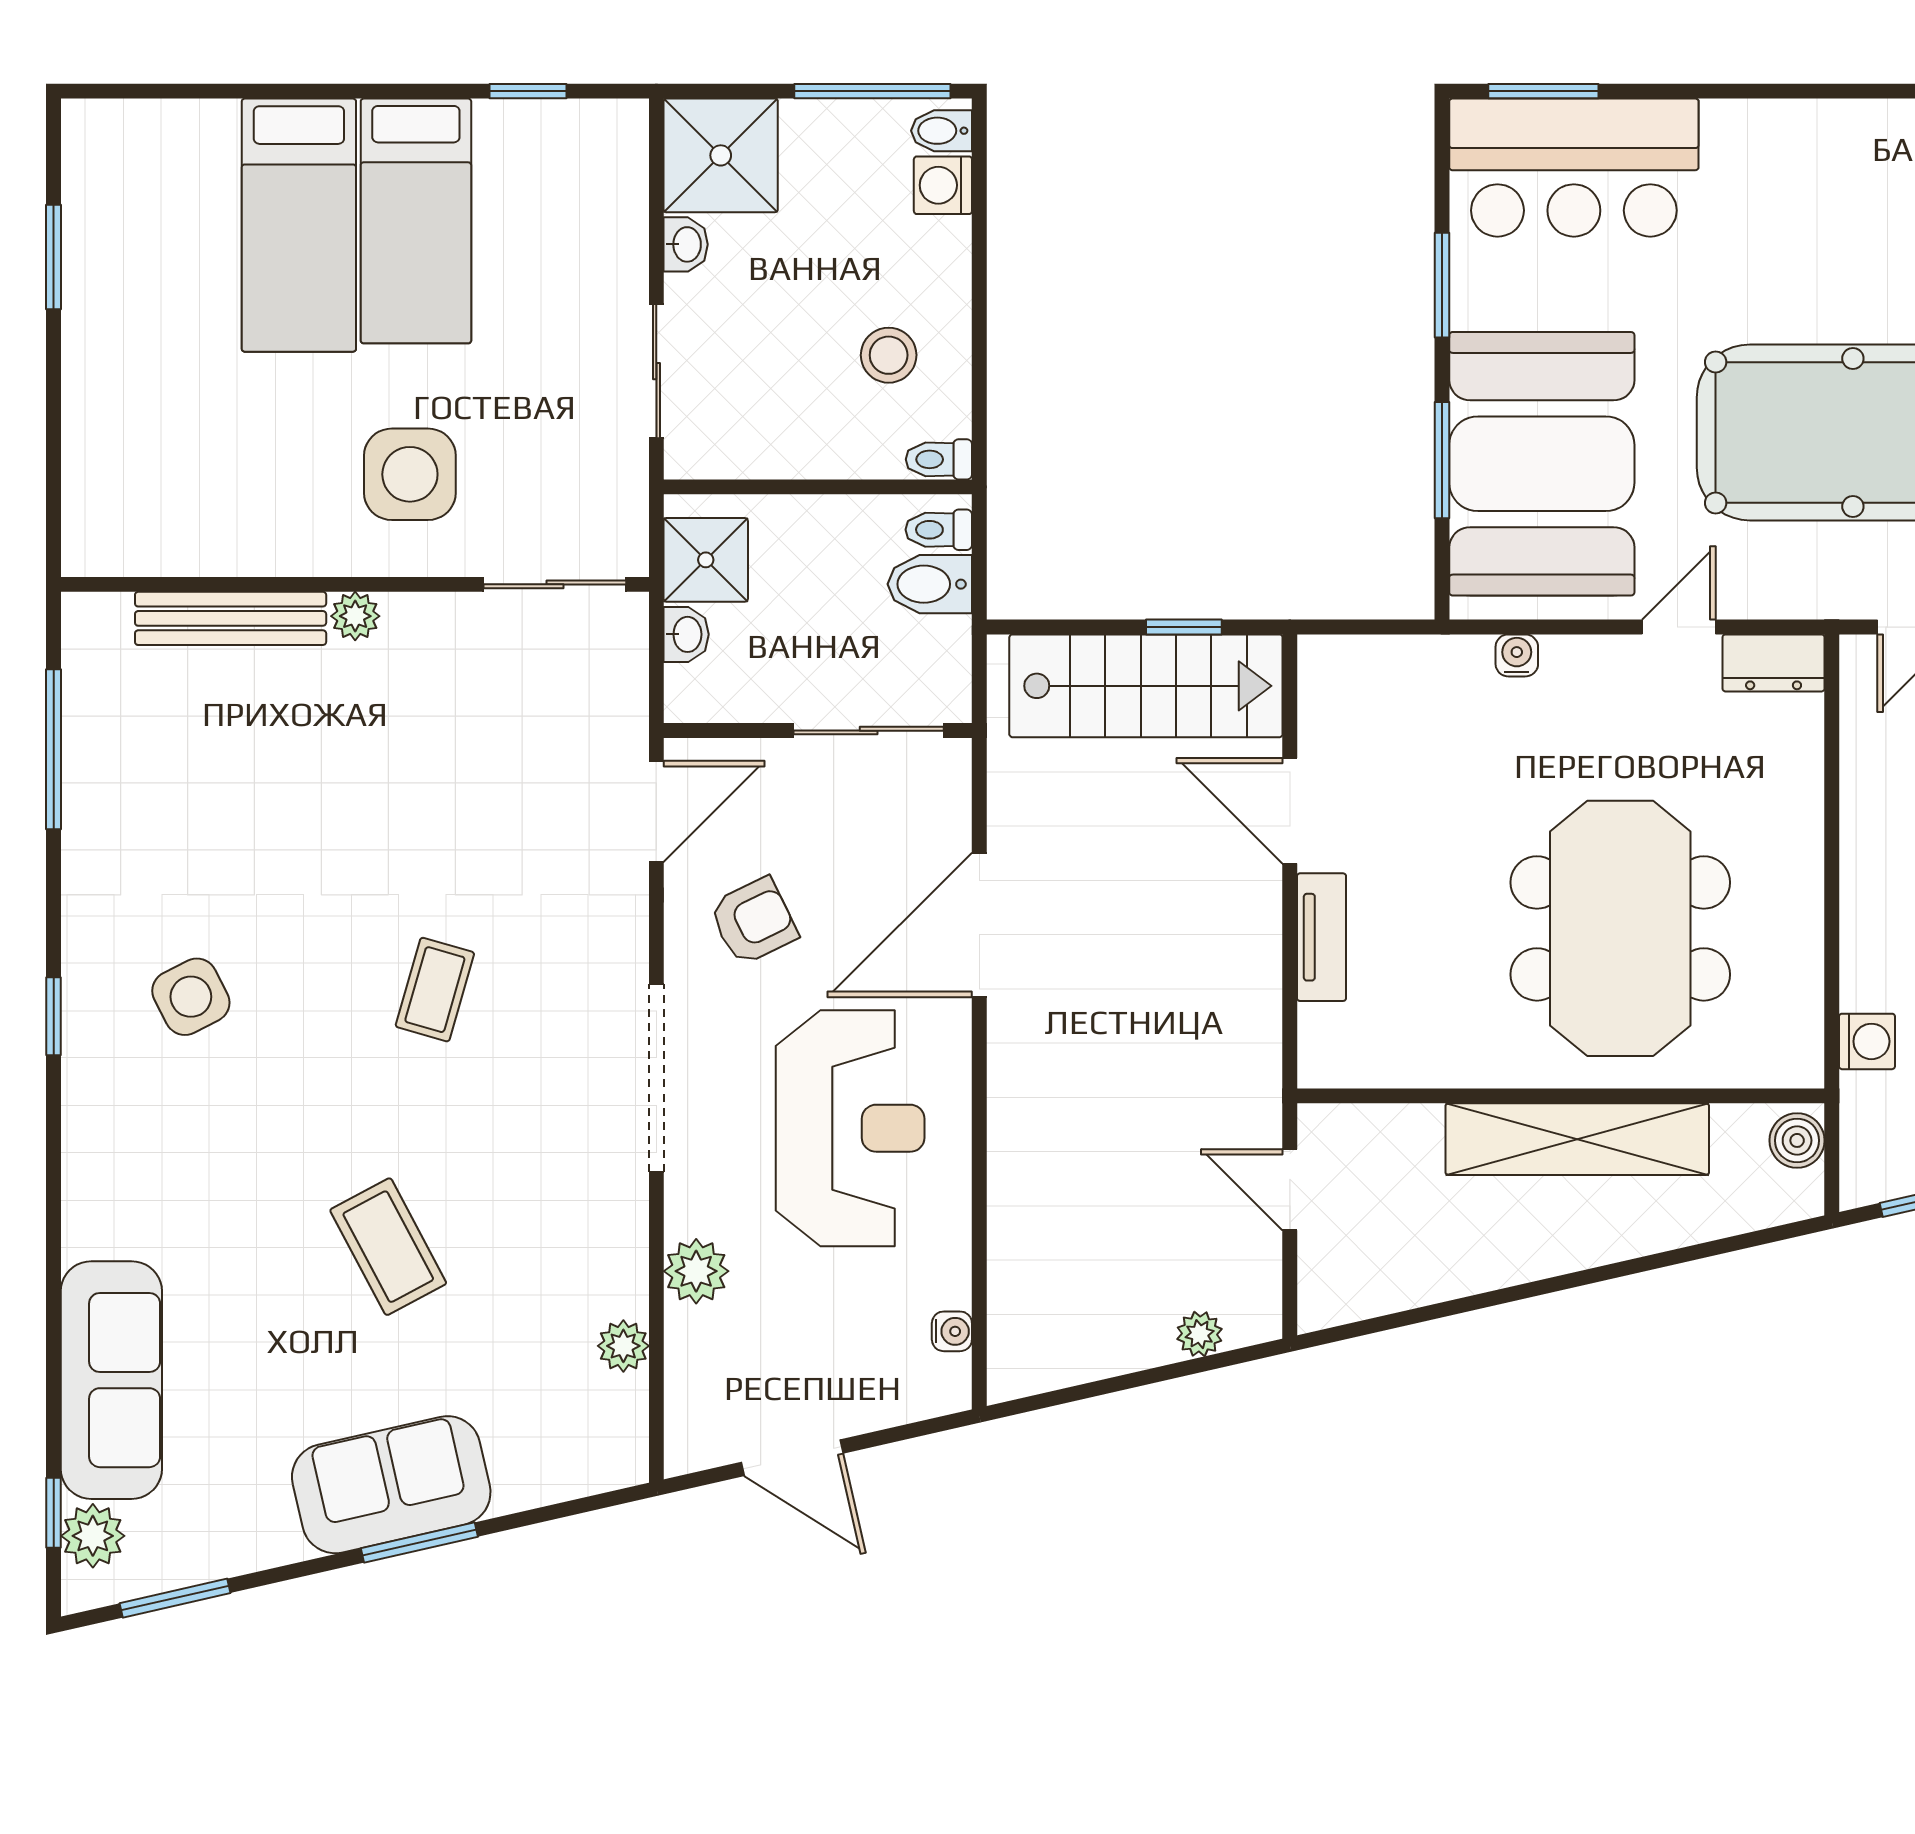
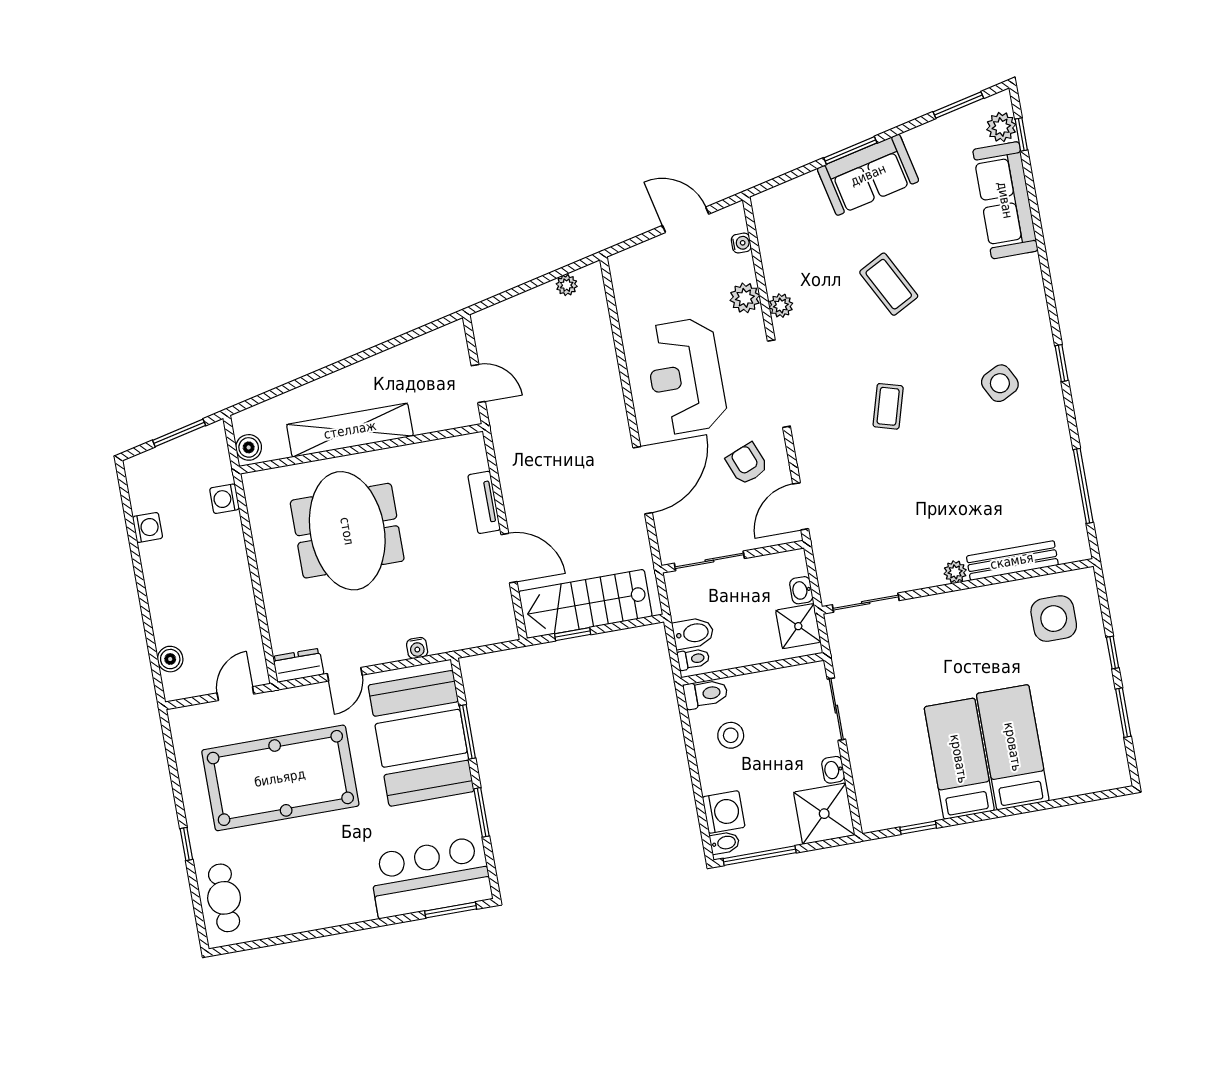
washing machine: (943, 185) -> (724, 812), width x1.38, depth x1.38
window: (54, 388) -> (1113, 653), added
toilet: (939, 459) -> (706, 694), width x1.37, depth x1.39
side table: (410, 474) -> (1054, 619), moved
armchair: (754, 921) -> (747, 464), turned 94
water cooler: (952, 1331) -> (741, 243), moved, turned 180
plant: (1200, 1334) -> (567, 285), moved
plant: (623, 1346) -> (781, 306), moved

